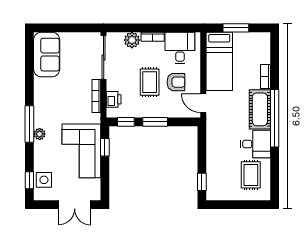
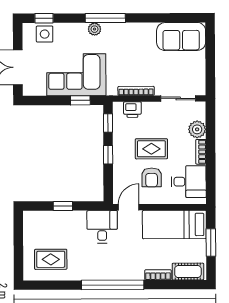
sliding door: (104, 57) -> (178, 98), width x0.73
cot: (260, 109) -> (188, 272), moved, width x0.73, depth x0.75
window: (155, 122) -> (108, 155), width x0.67
desk: (255, 144) -> (102, 227), moved, turned 180
window: (202, 182) -> (63, 206), moved

